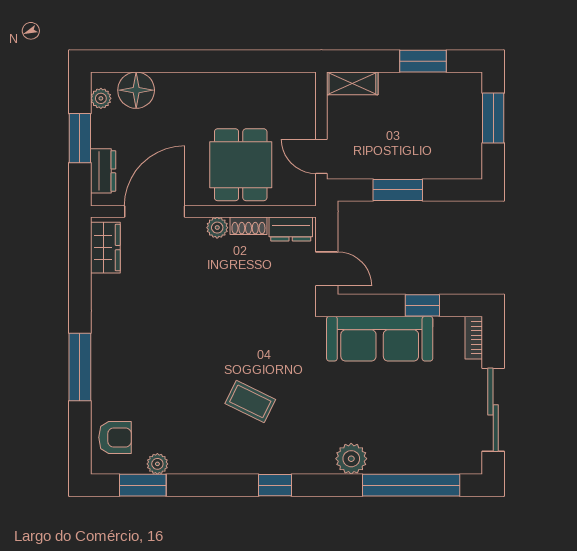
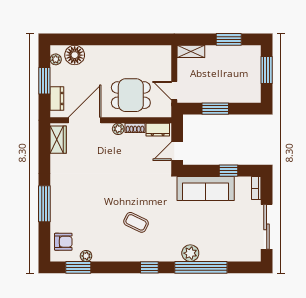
dining table: (241, 165) -> (131, 95), turned 90
door: (327, 269) -> (177, 151), swing flipped
window: (411, 485) -> (201, 267), moved

